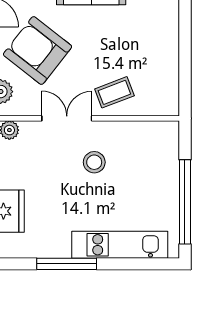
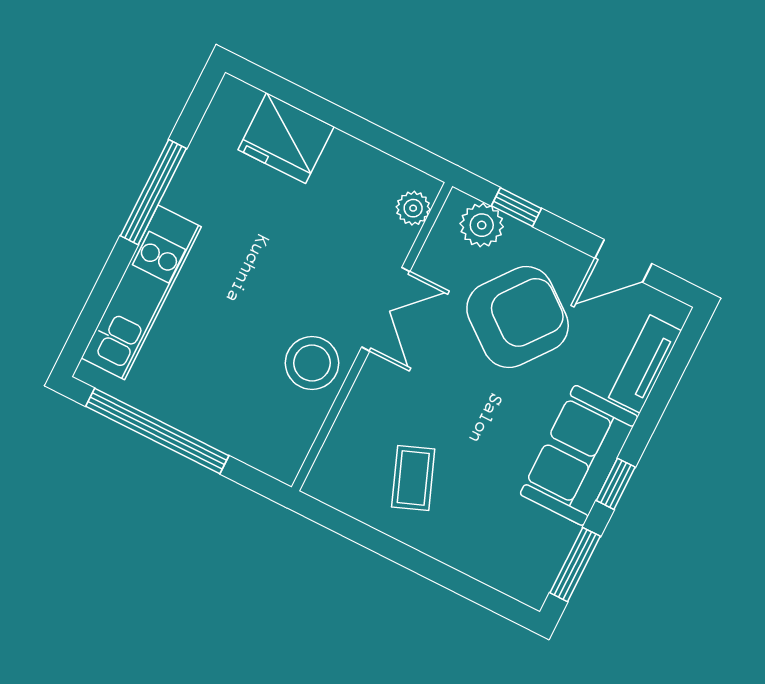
coffee table: (114, 92) -> (413, 478), moved
stool: (94, 162) -> (312, 363), moved, width x1.38, depth x1.38

